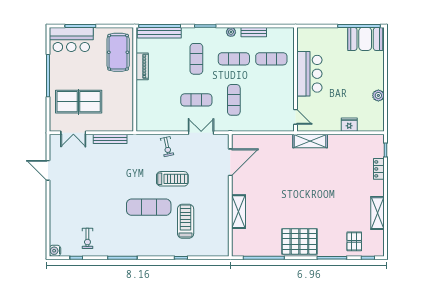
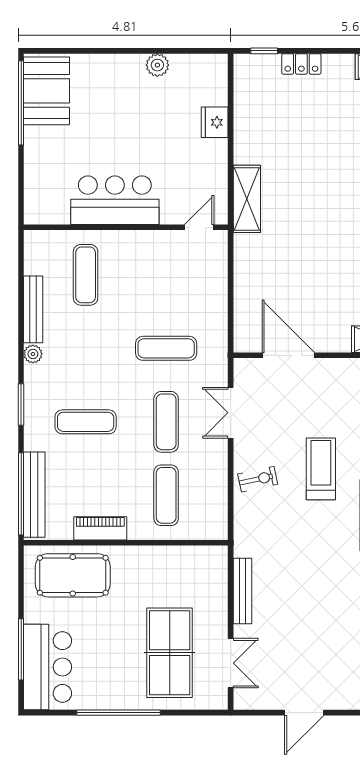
bench: (254, 32) -> (33, 309), width x1.36
exercise mat: (234, 59) -> (166, 495), moved

